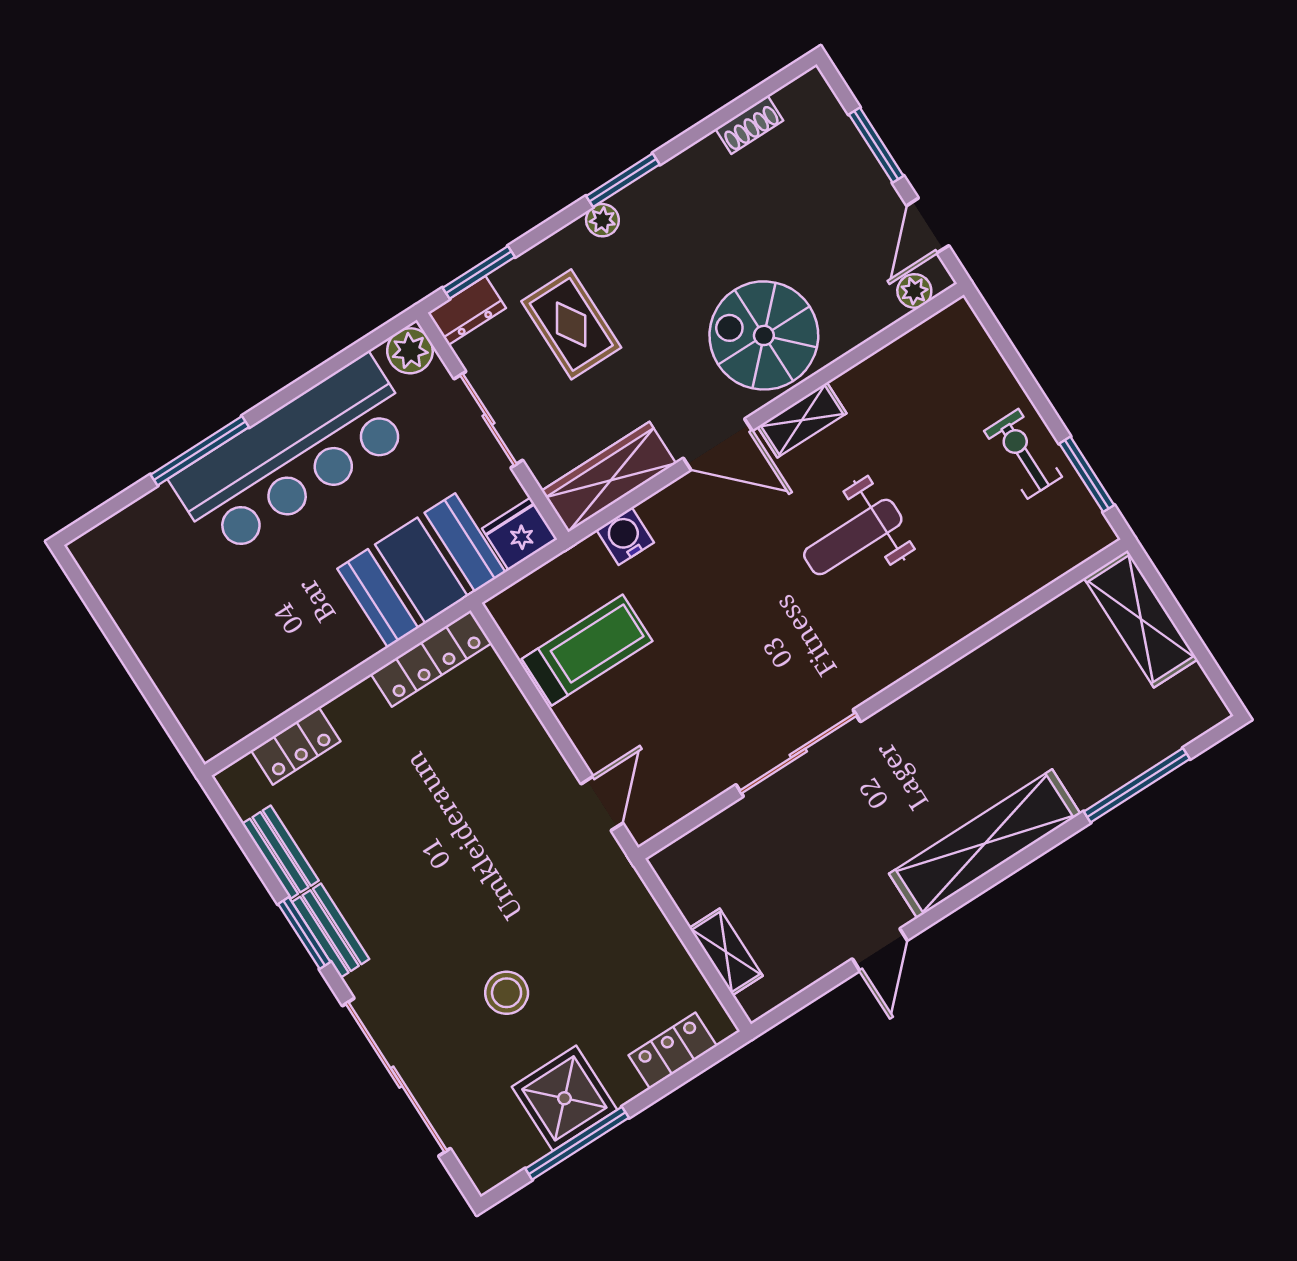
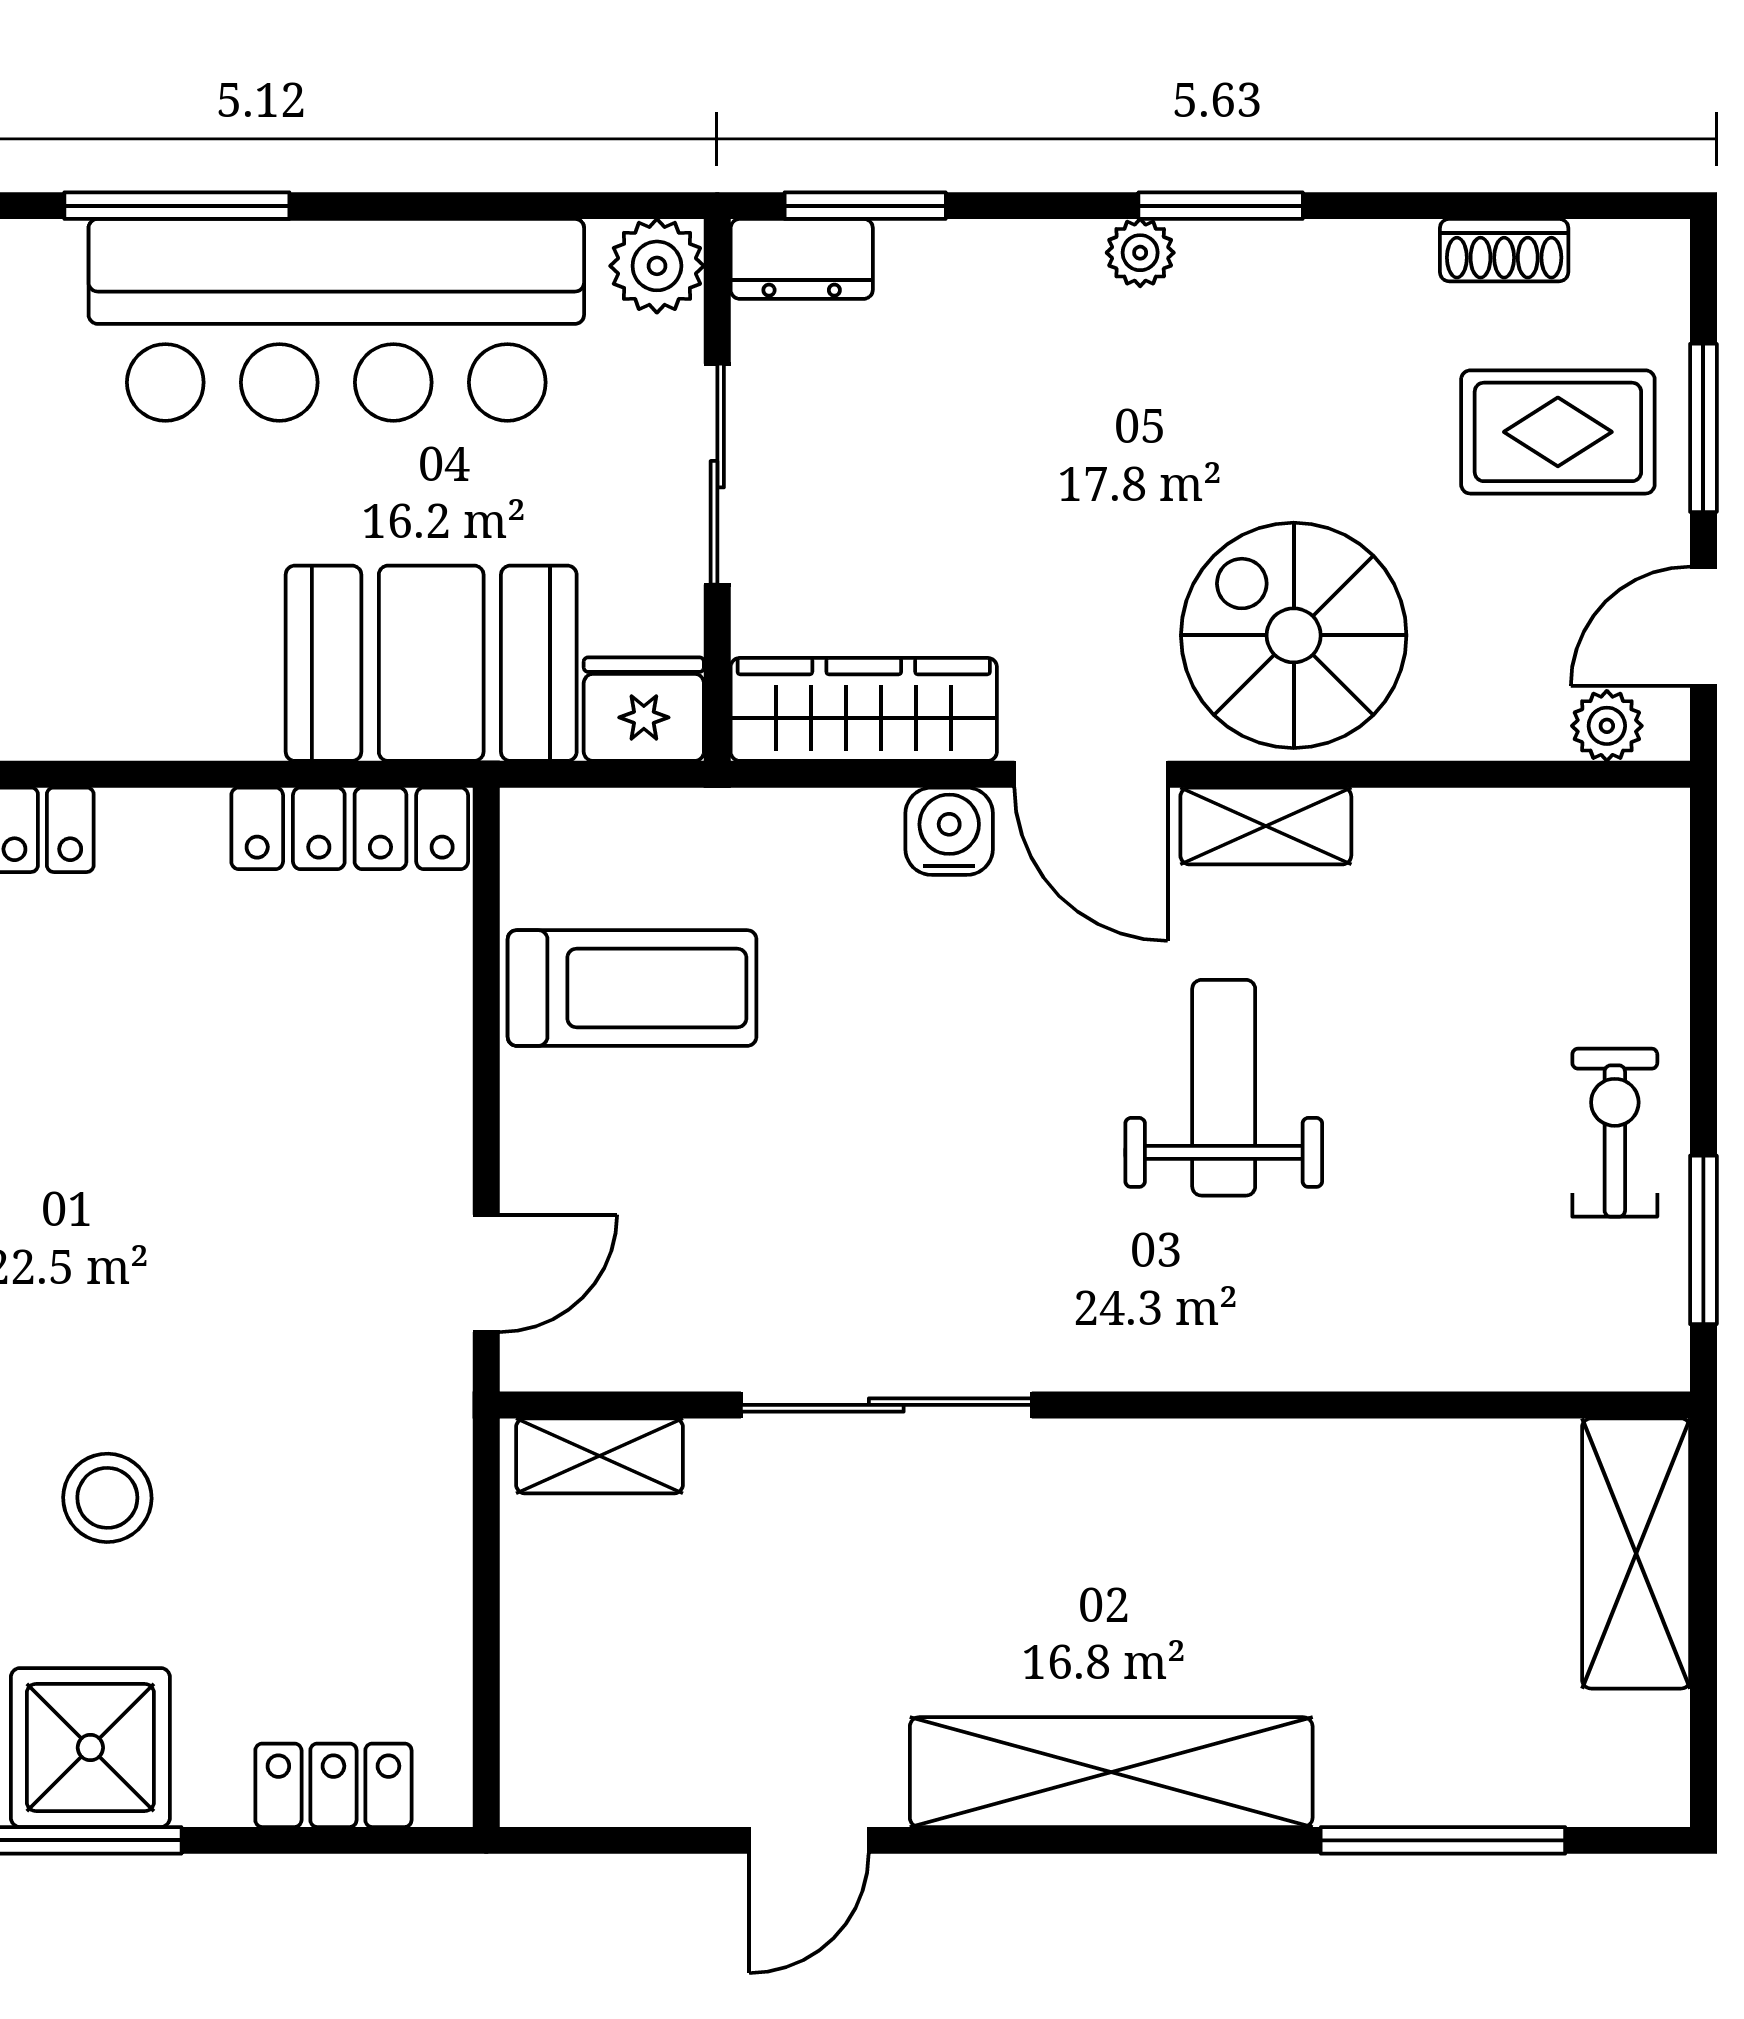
rug: (571, 324) -> (1558, 432), moved, turned 90
water cooler: (625, 536) -> (949, 831), moved
weight bench: (853, 537) -> (1224, 1088), turned 90
shelving: (726, 952) -> (599, 1456), moved, turned 90

